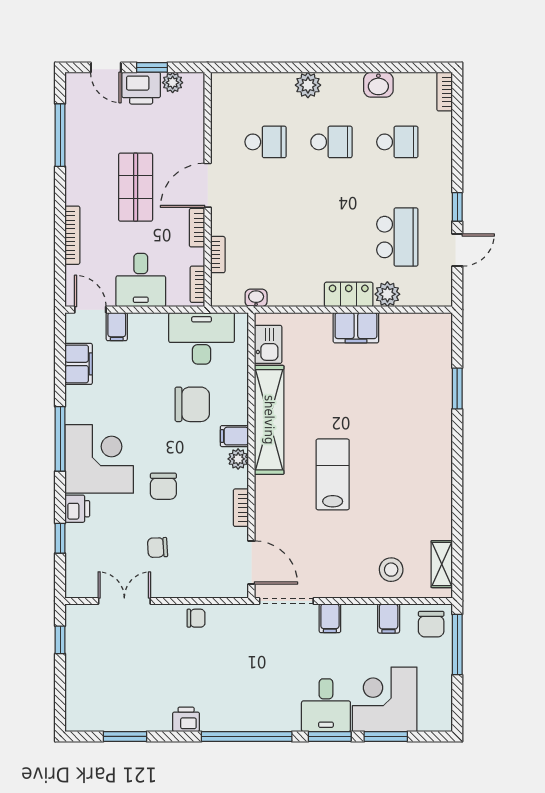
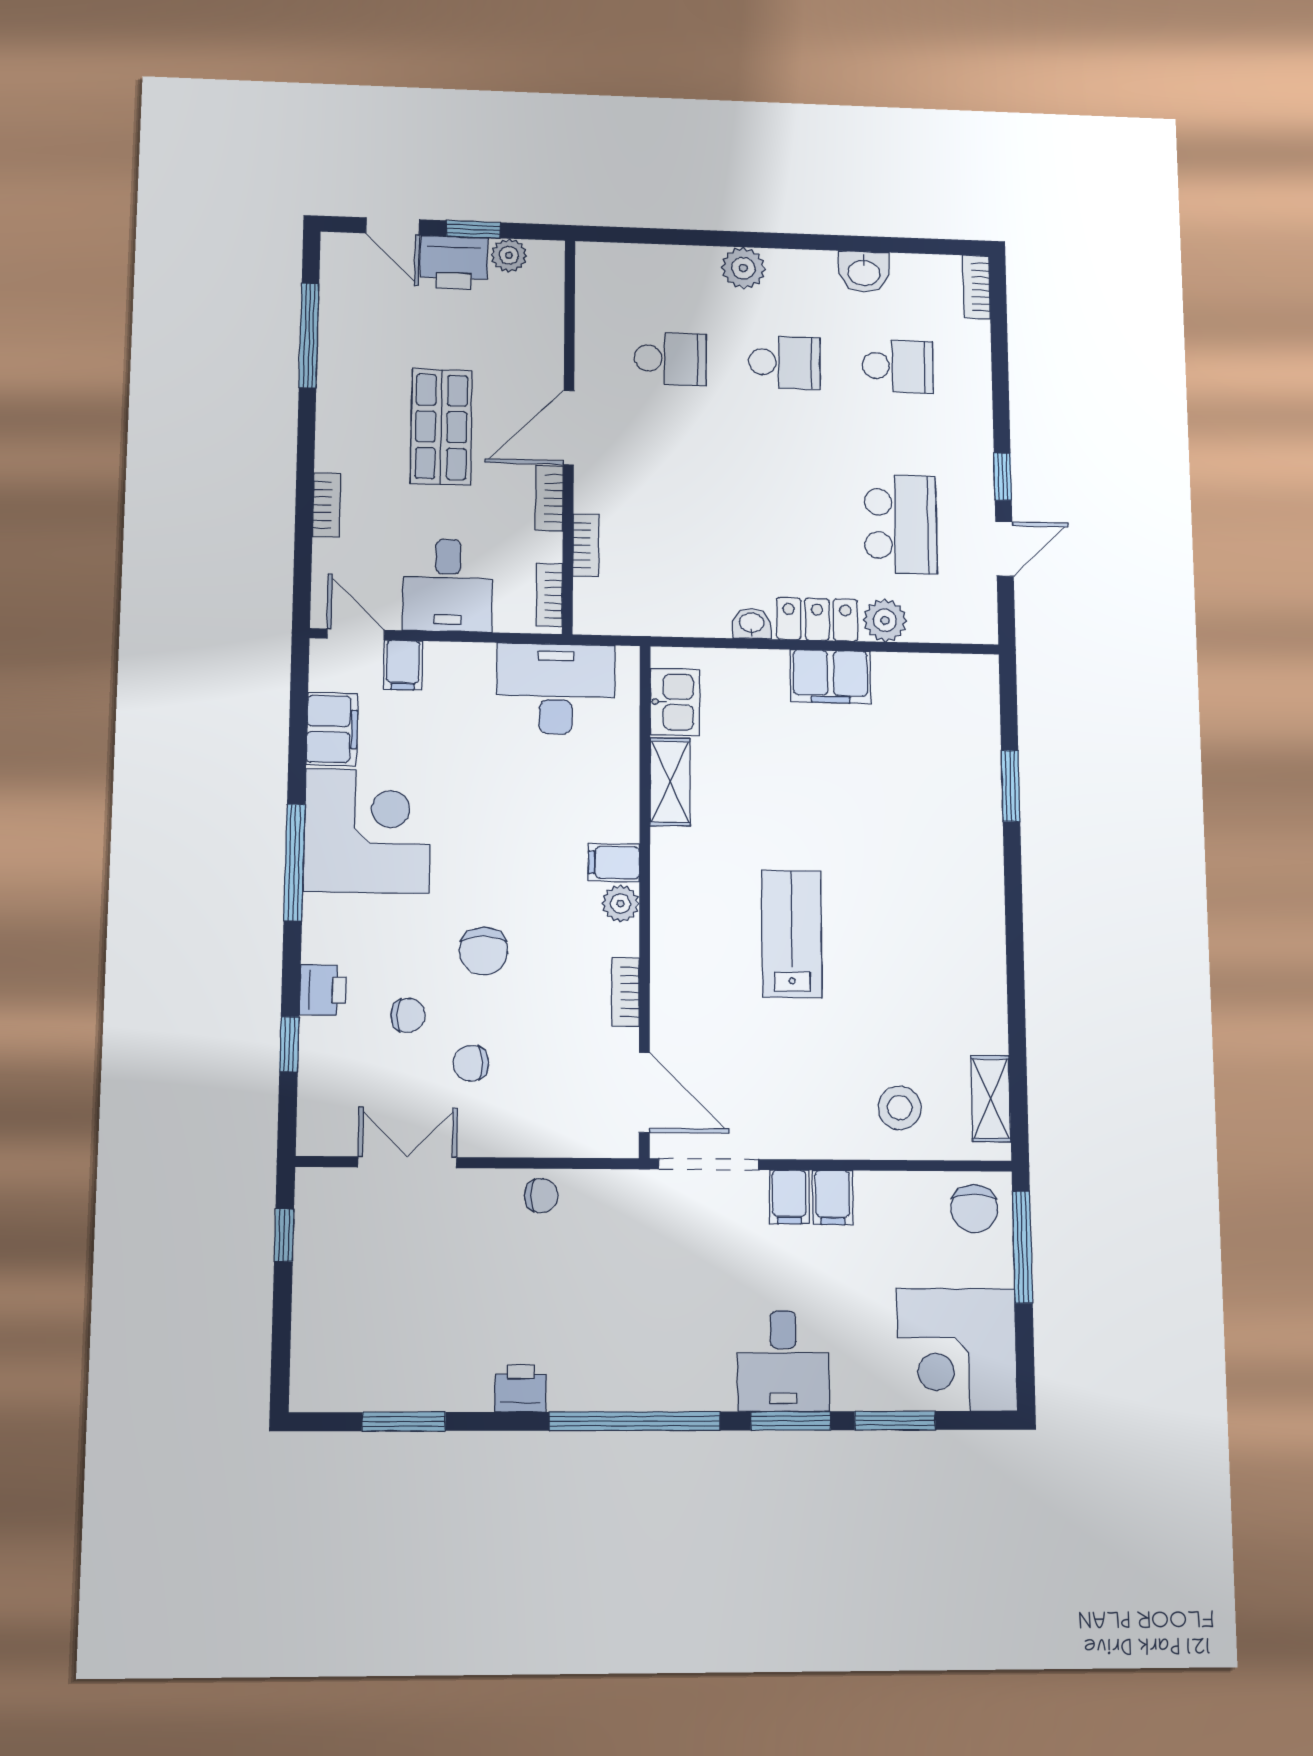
bookcase: (72, 235) -> (326, 505), width x0.64
washbasin: (256, 298) -> (752, 623), moved
chair: (192, 404) -> (408, 1015), moved, width x0.54, depth x0.54
shelving: (269, 420) -> (670, 782), width x0.45, depth x0.75
corner desk: (99, 459) -> (367, 831), moved
filing cabinet: (389, 618) -> (833, 1197), moved
corner desk: (385, 699) -> (957, 1350), moved, turned -90

